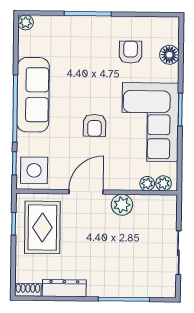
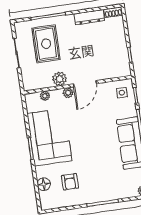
armchair: (95, 125) -> (86, 129), removed
side table: (34, 170) -> (122, 93), width x0.54, depth x0.54
plant: (164, 183) -> (68, 93), moved
rug: (42, 227) -> (46, 44), moved

